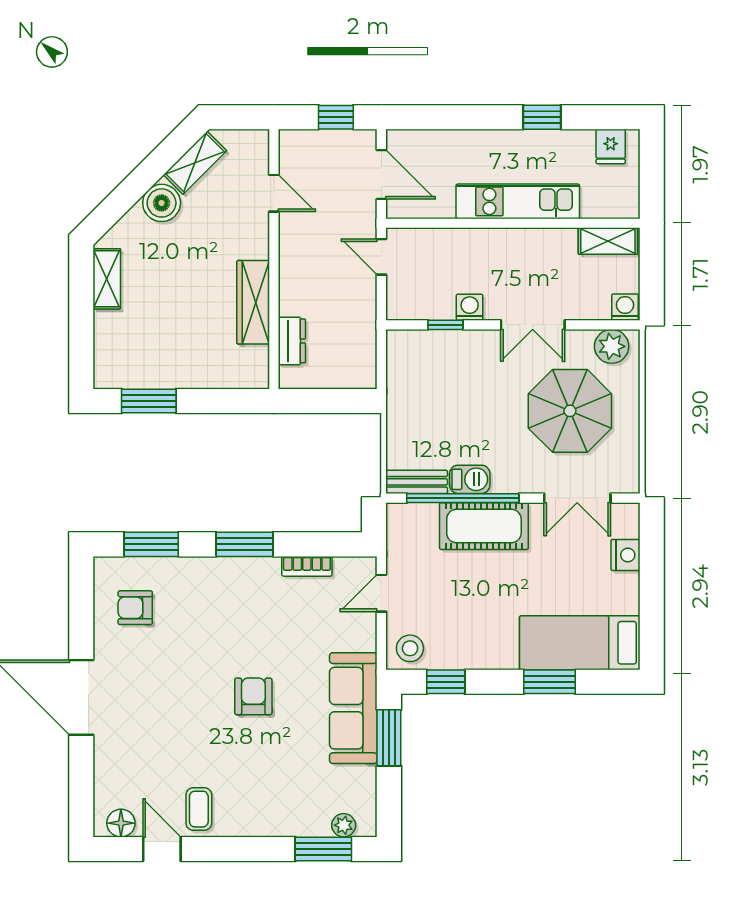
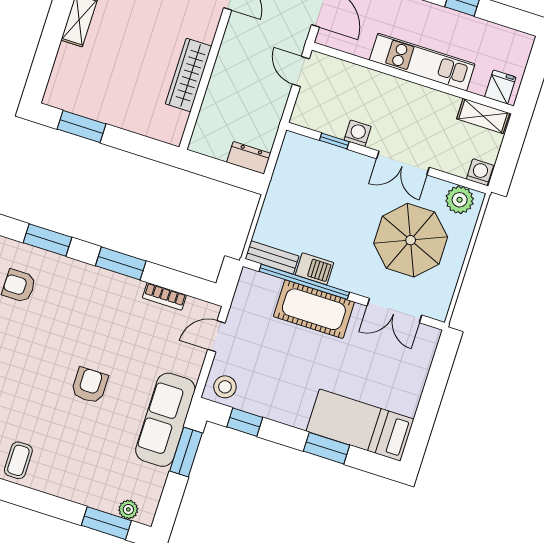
fridge: (611, 146) -> (500, 87), moved, turned 180
dresser: (292, 341) -> (249, 158), moved, turned -90
nightstand: (625, 555) -> (418, 368), removed

